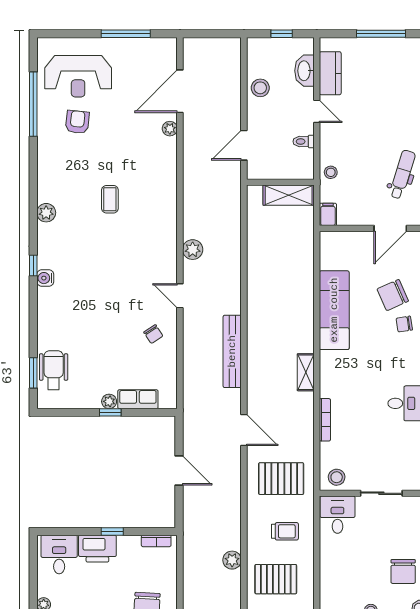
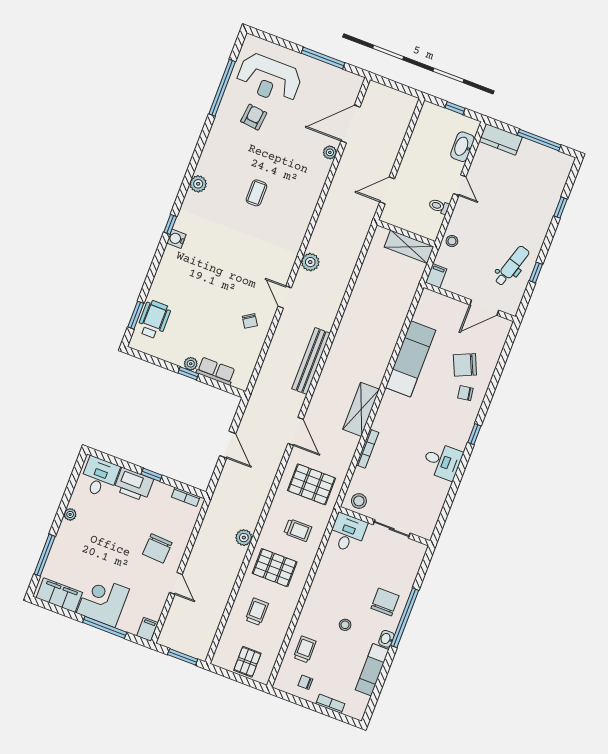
kitchen counter: (330, 73) -> (501, 139), moved, turned 90
stool: (260, 88) -> (419, 147), removed
shelving: (306, 372) -> (361, 409), width x1.50, depth x1.33
chair: (403, 571) -> (385, 602), turned 180

